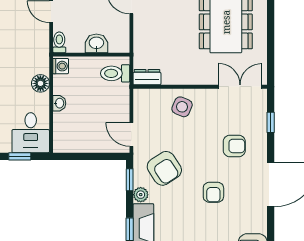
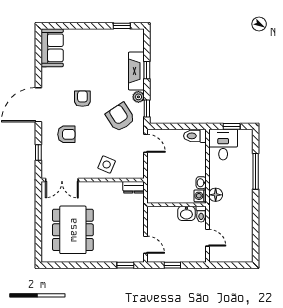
washbasin: (96, 43) -> (186, 213), moved
toilet: (115, 73) -> (195, 136), moved, turned 180
floor lamp: (40, 83) -> (216, 195), moved
washbasin: (59, 103) -> (201, 183), moved
armchair: (234, 146) -> (66, 134), turned 180

